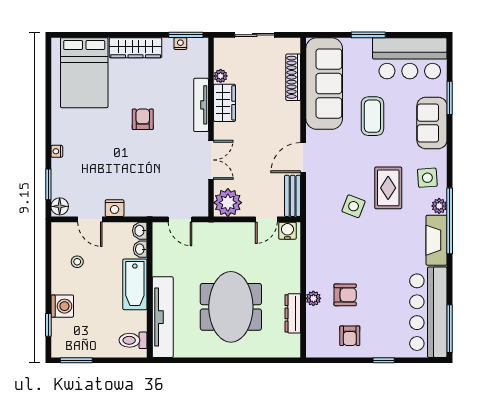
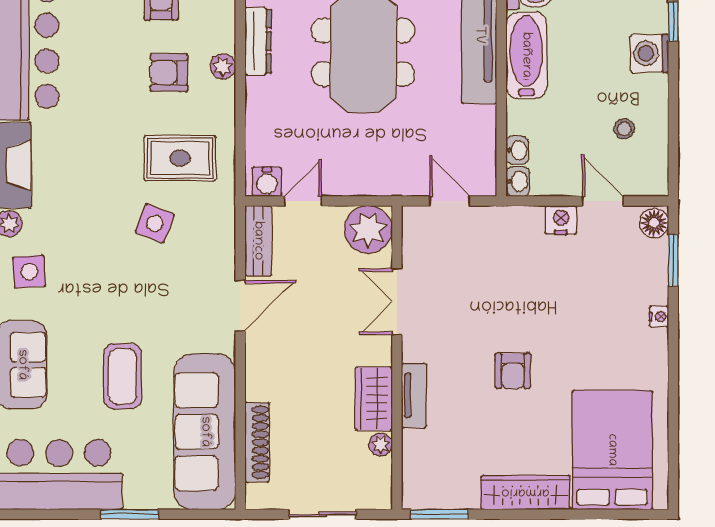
nightstand: (180, 44) -> (449, 500), removed
tv unit: (201, 105) -> (414, 395), width x0.71
rug: (388, 188) -> (180, 158), moved, turned 90
bathtub: (135, 284) -> (526, 55), moved

